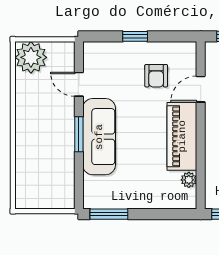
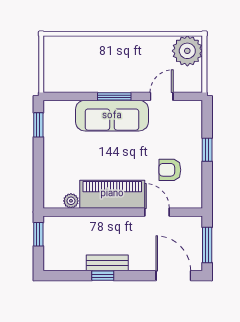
window: (109, 214) -> (38, 125), width x0.67

